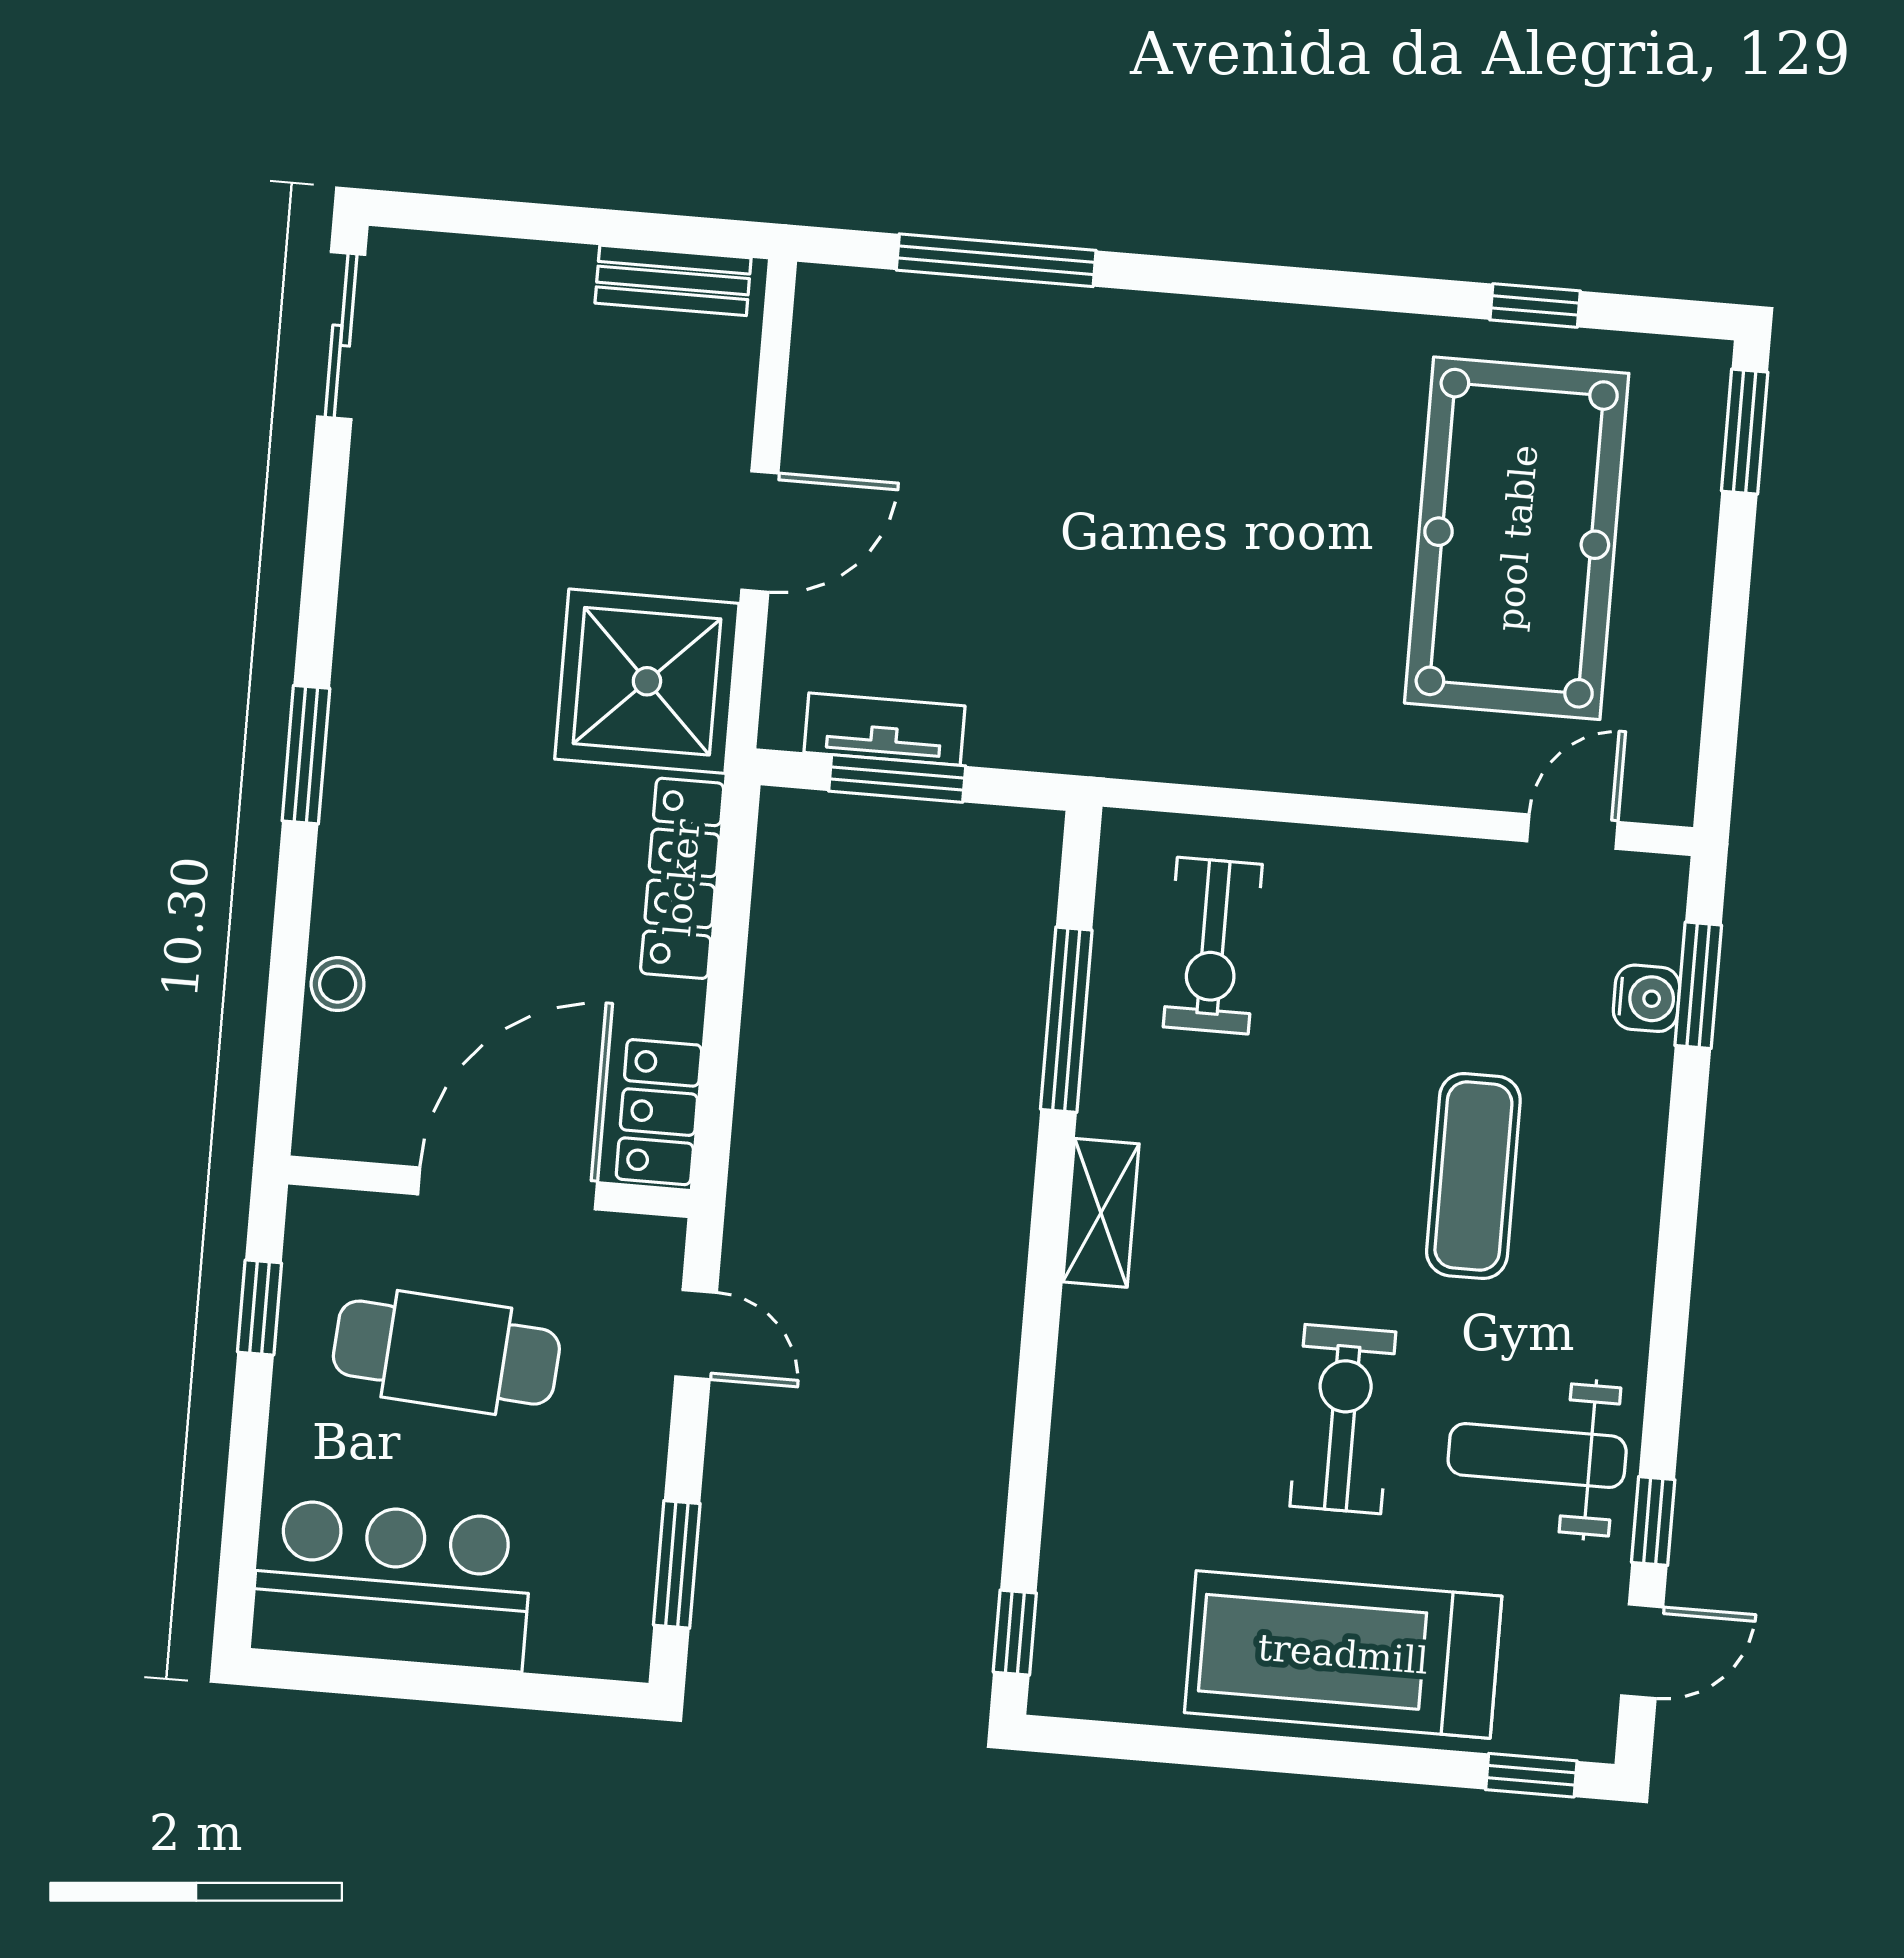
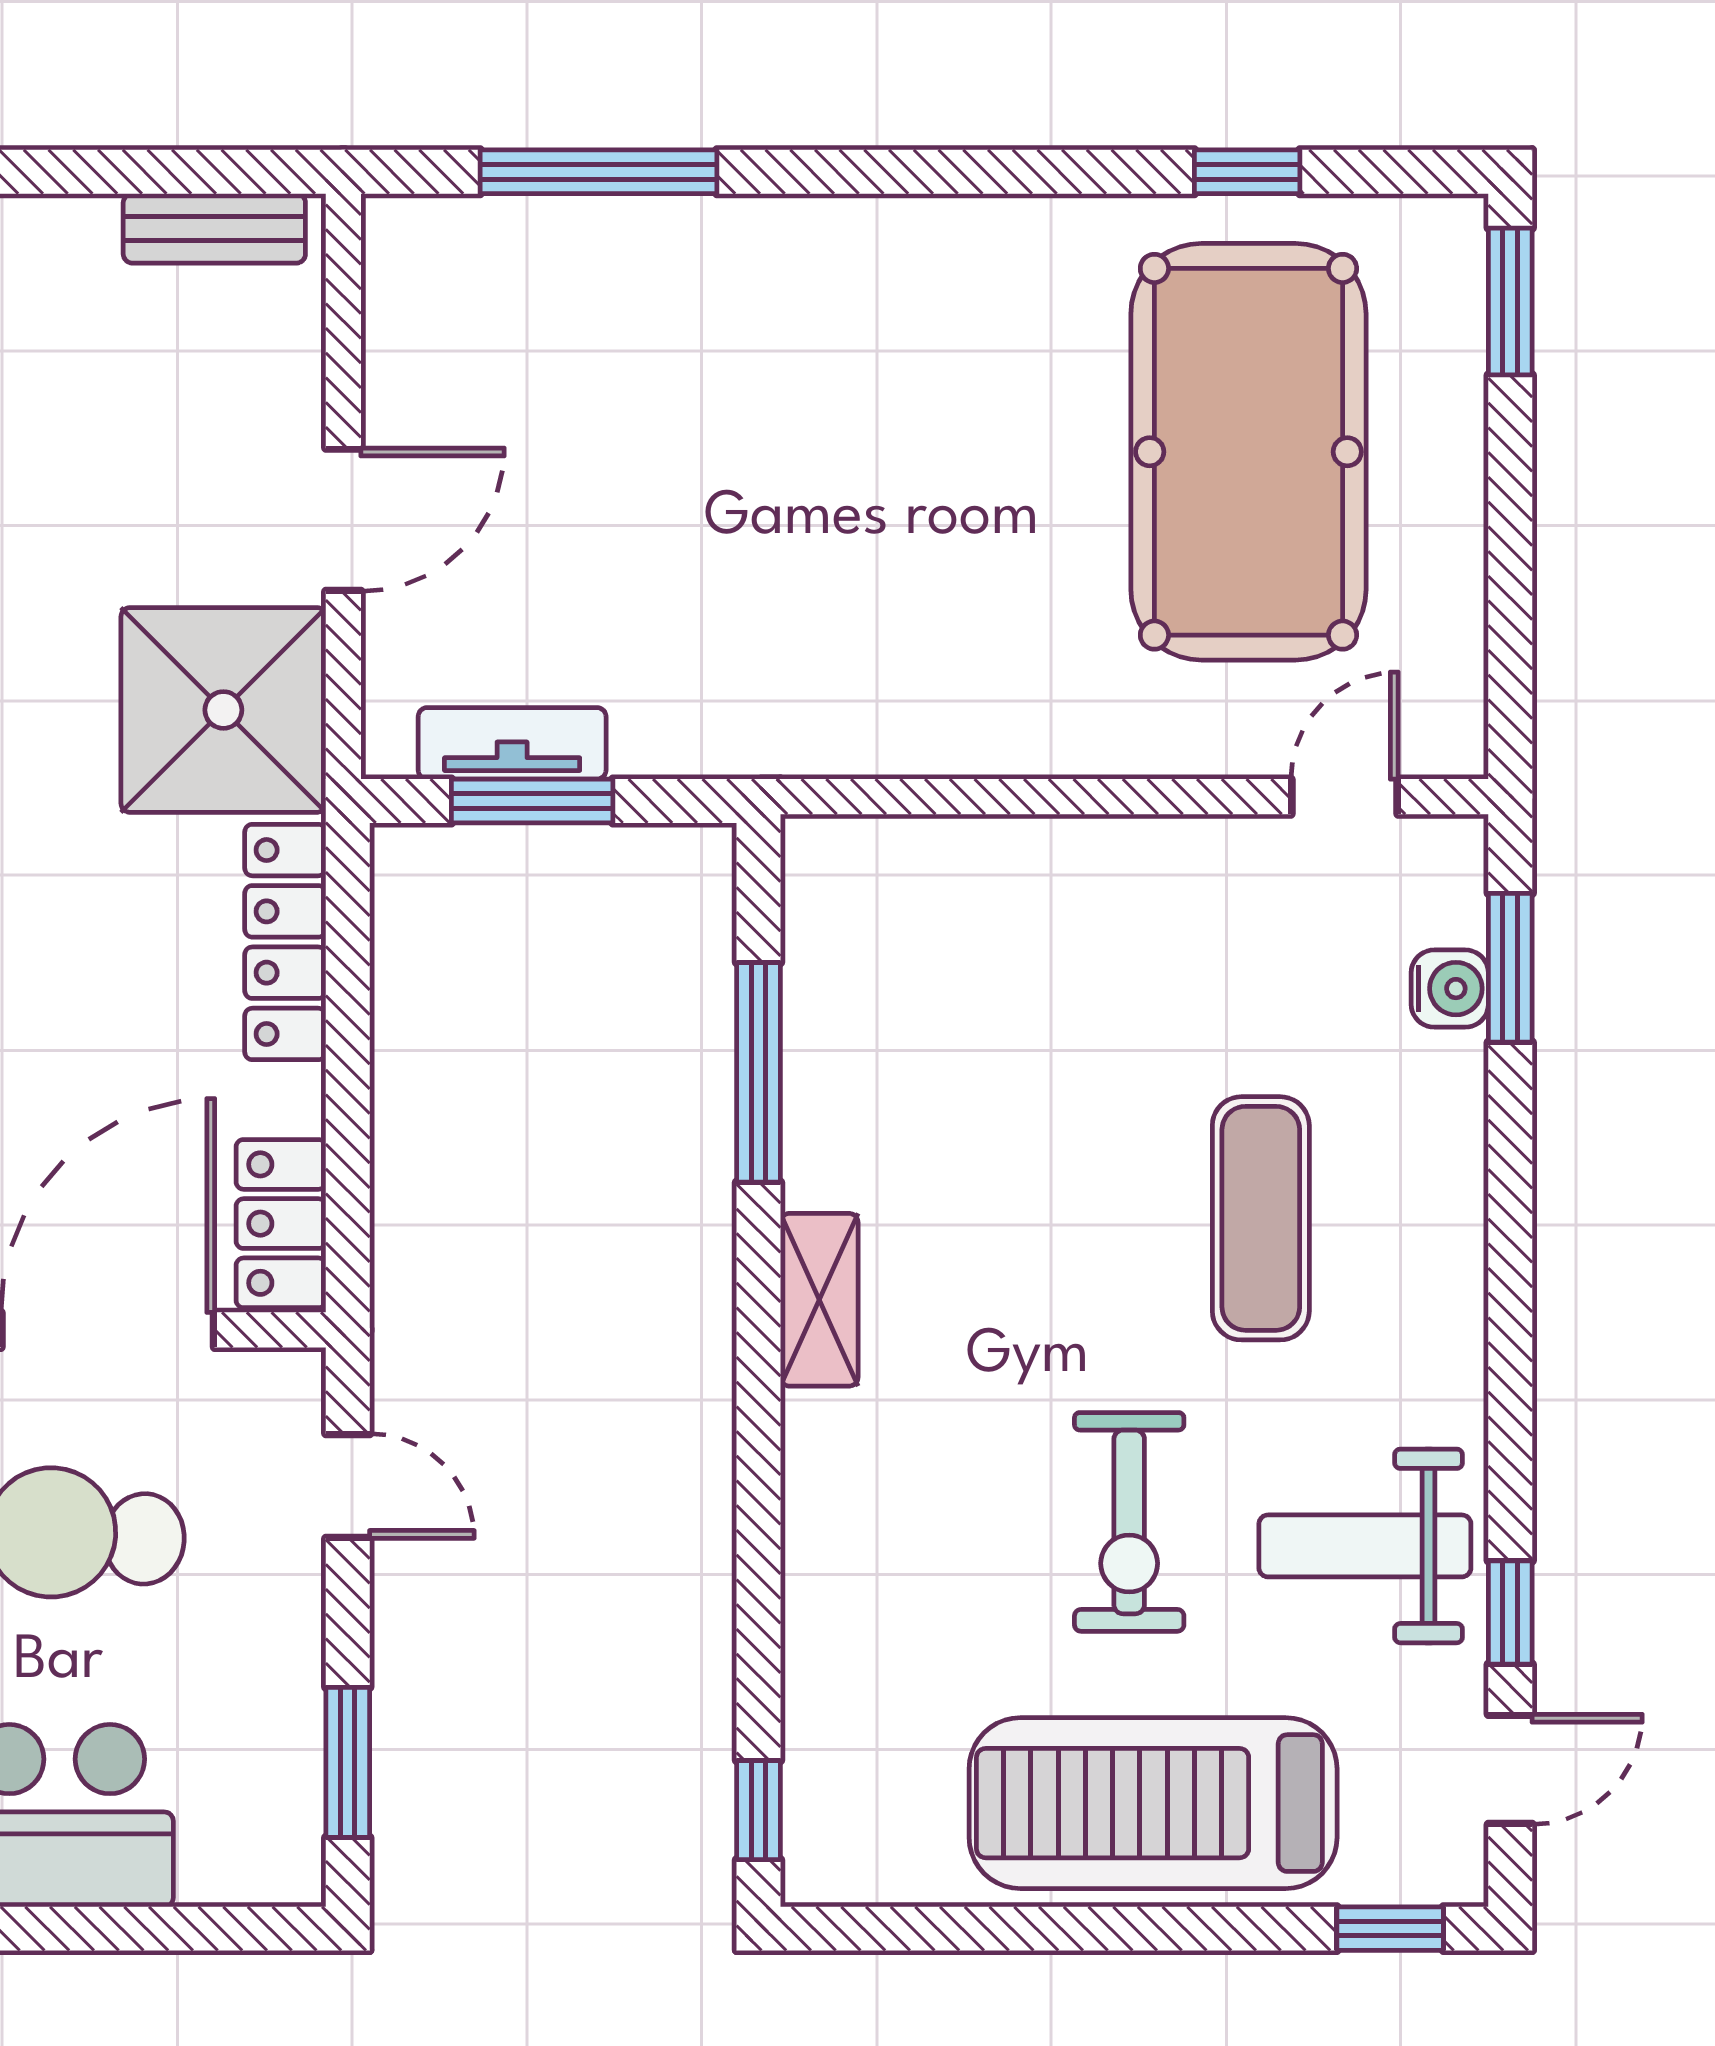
exercise bike: (1213, 946) -> (926, 969), removed
exercise bike: (1343, 1419) -> (1129, 1522), turned 180

